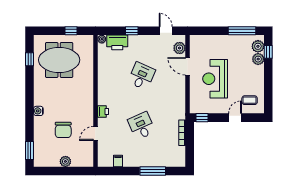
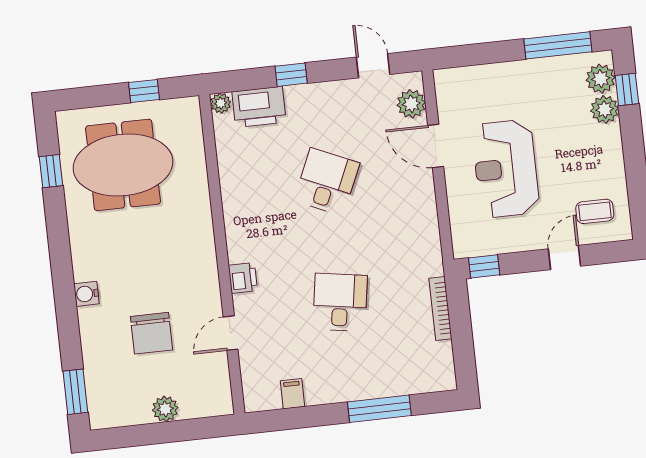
desk: (142, 126) -> (340, 302), turned 33

